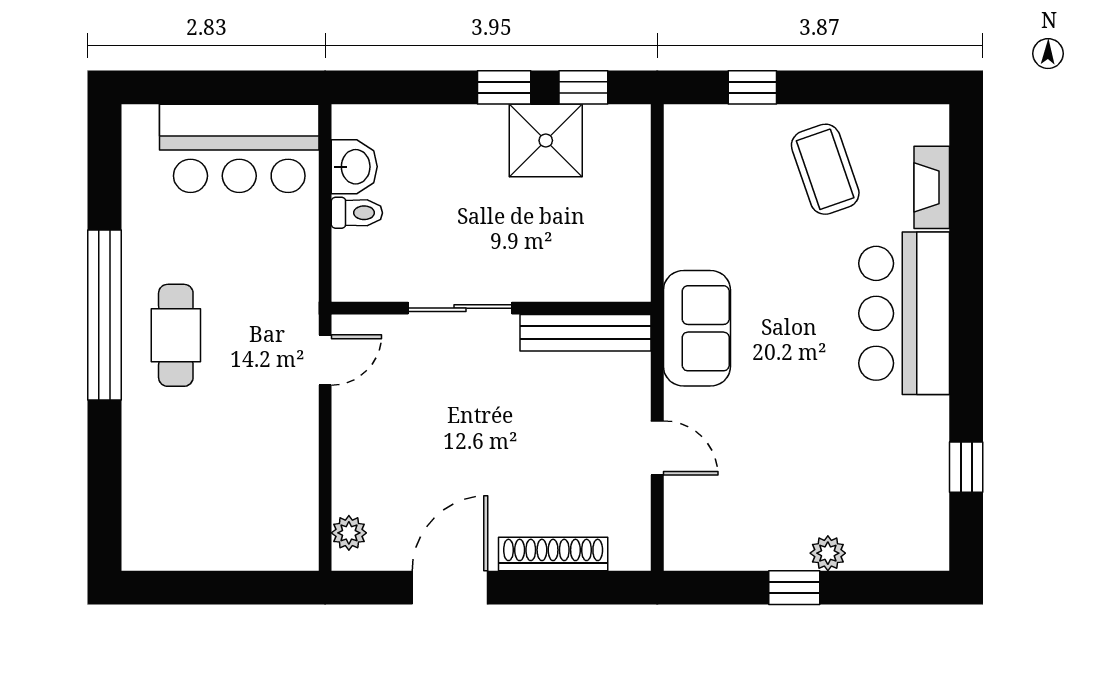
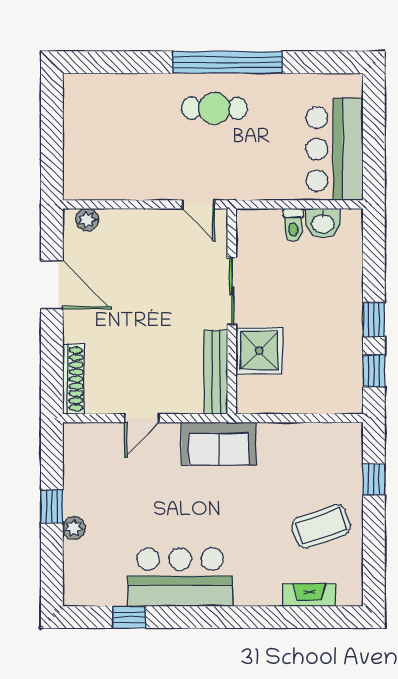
shower: (546, 141) -> (259, 351), moved
bar counter: (904, 313) -> (180, 577), moved
shoe rack: (553, 554) -> (74, 379), moved

